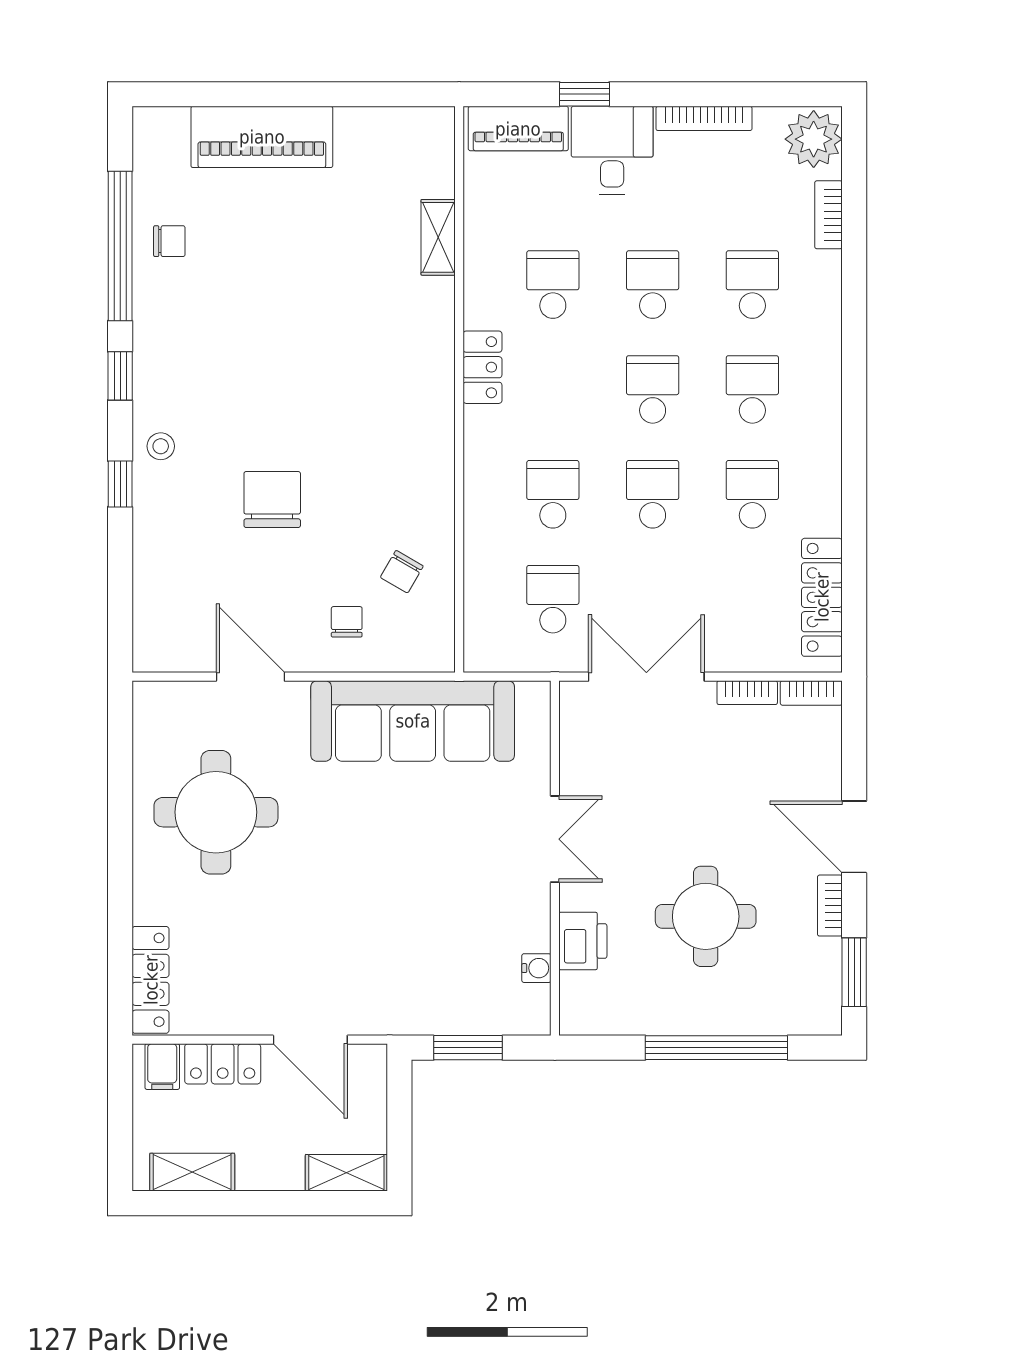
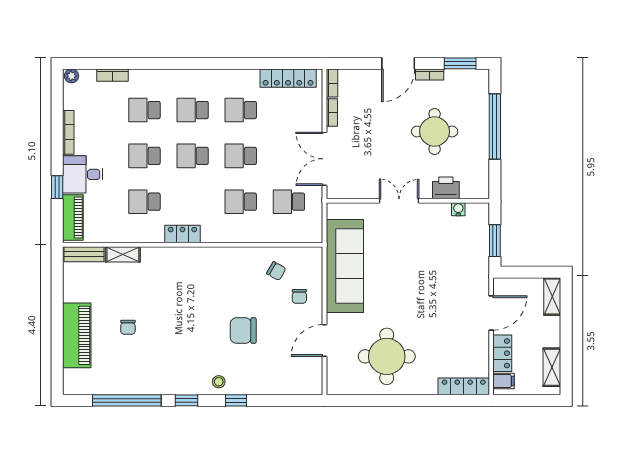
plant: (814, 139) -> (72, 76), width x0.53, depth x0.53
bench: (439, 153) -> (84, 254), added
chair: (169, 241) -> (128, 327), moved, turned 180
chair: (347, 622) -> (299, 296), turned -90

